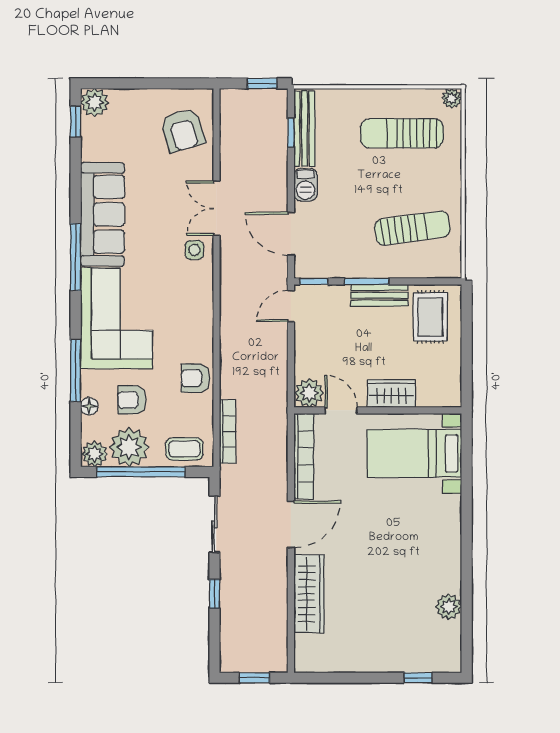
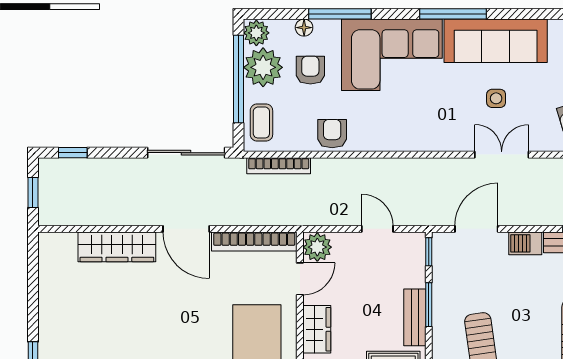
side table: (194, 250) -> (496, 98), moved
door: (291, 306) -> (377, 229), moved
sliding door: (215, 524) -> (186, 153), width x1.37
window: (215, 594) -> (73, 153), moved

